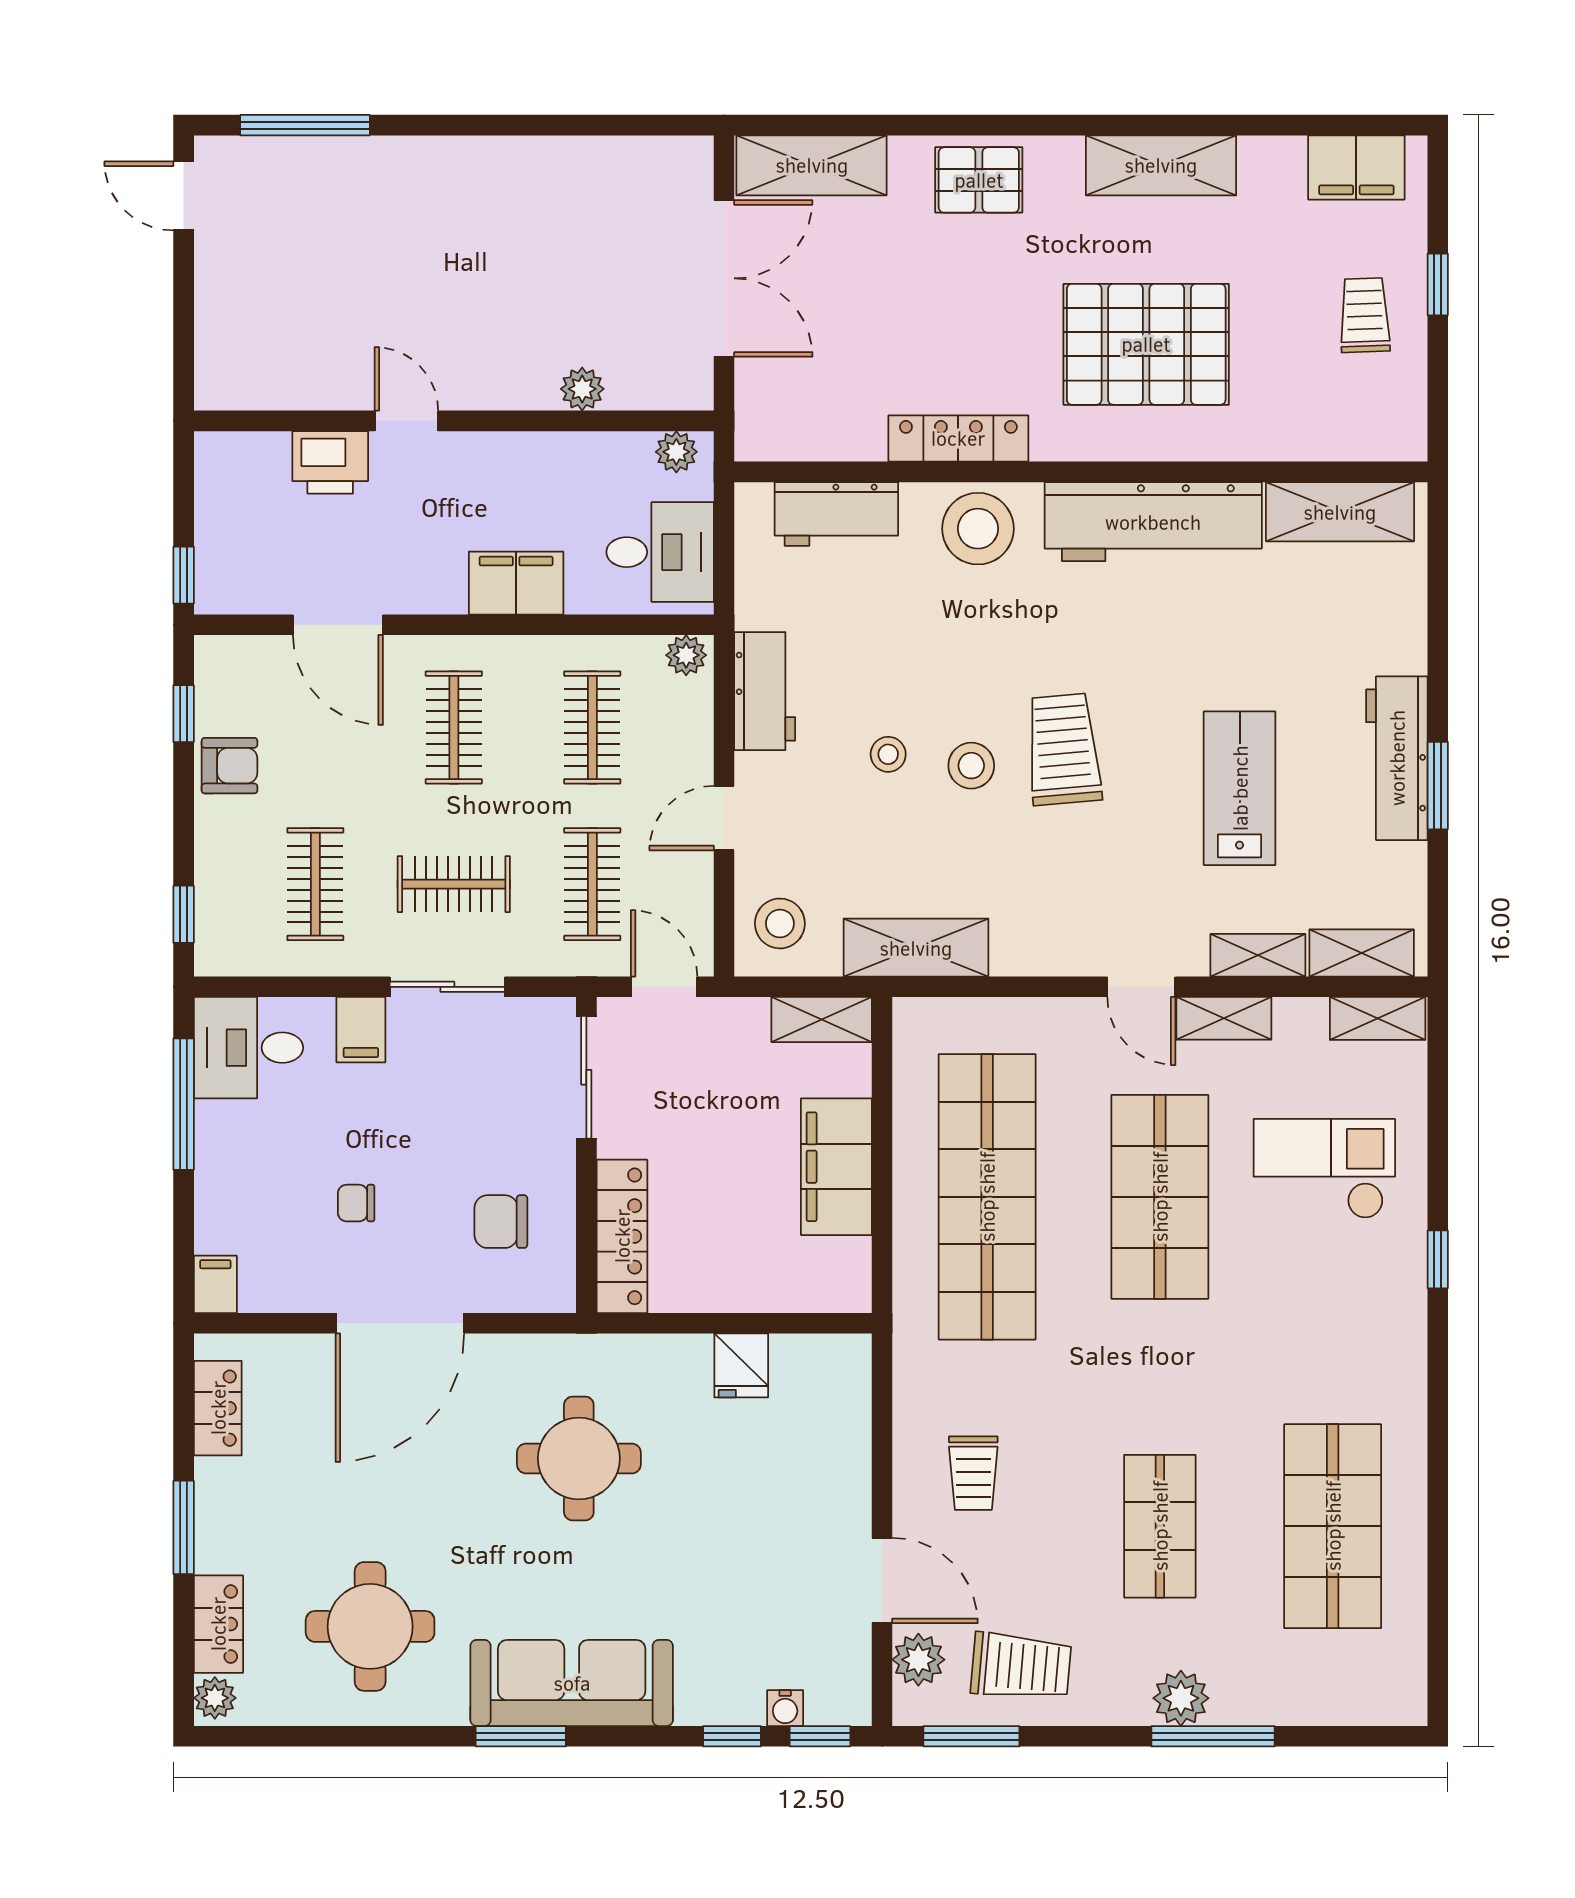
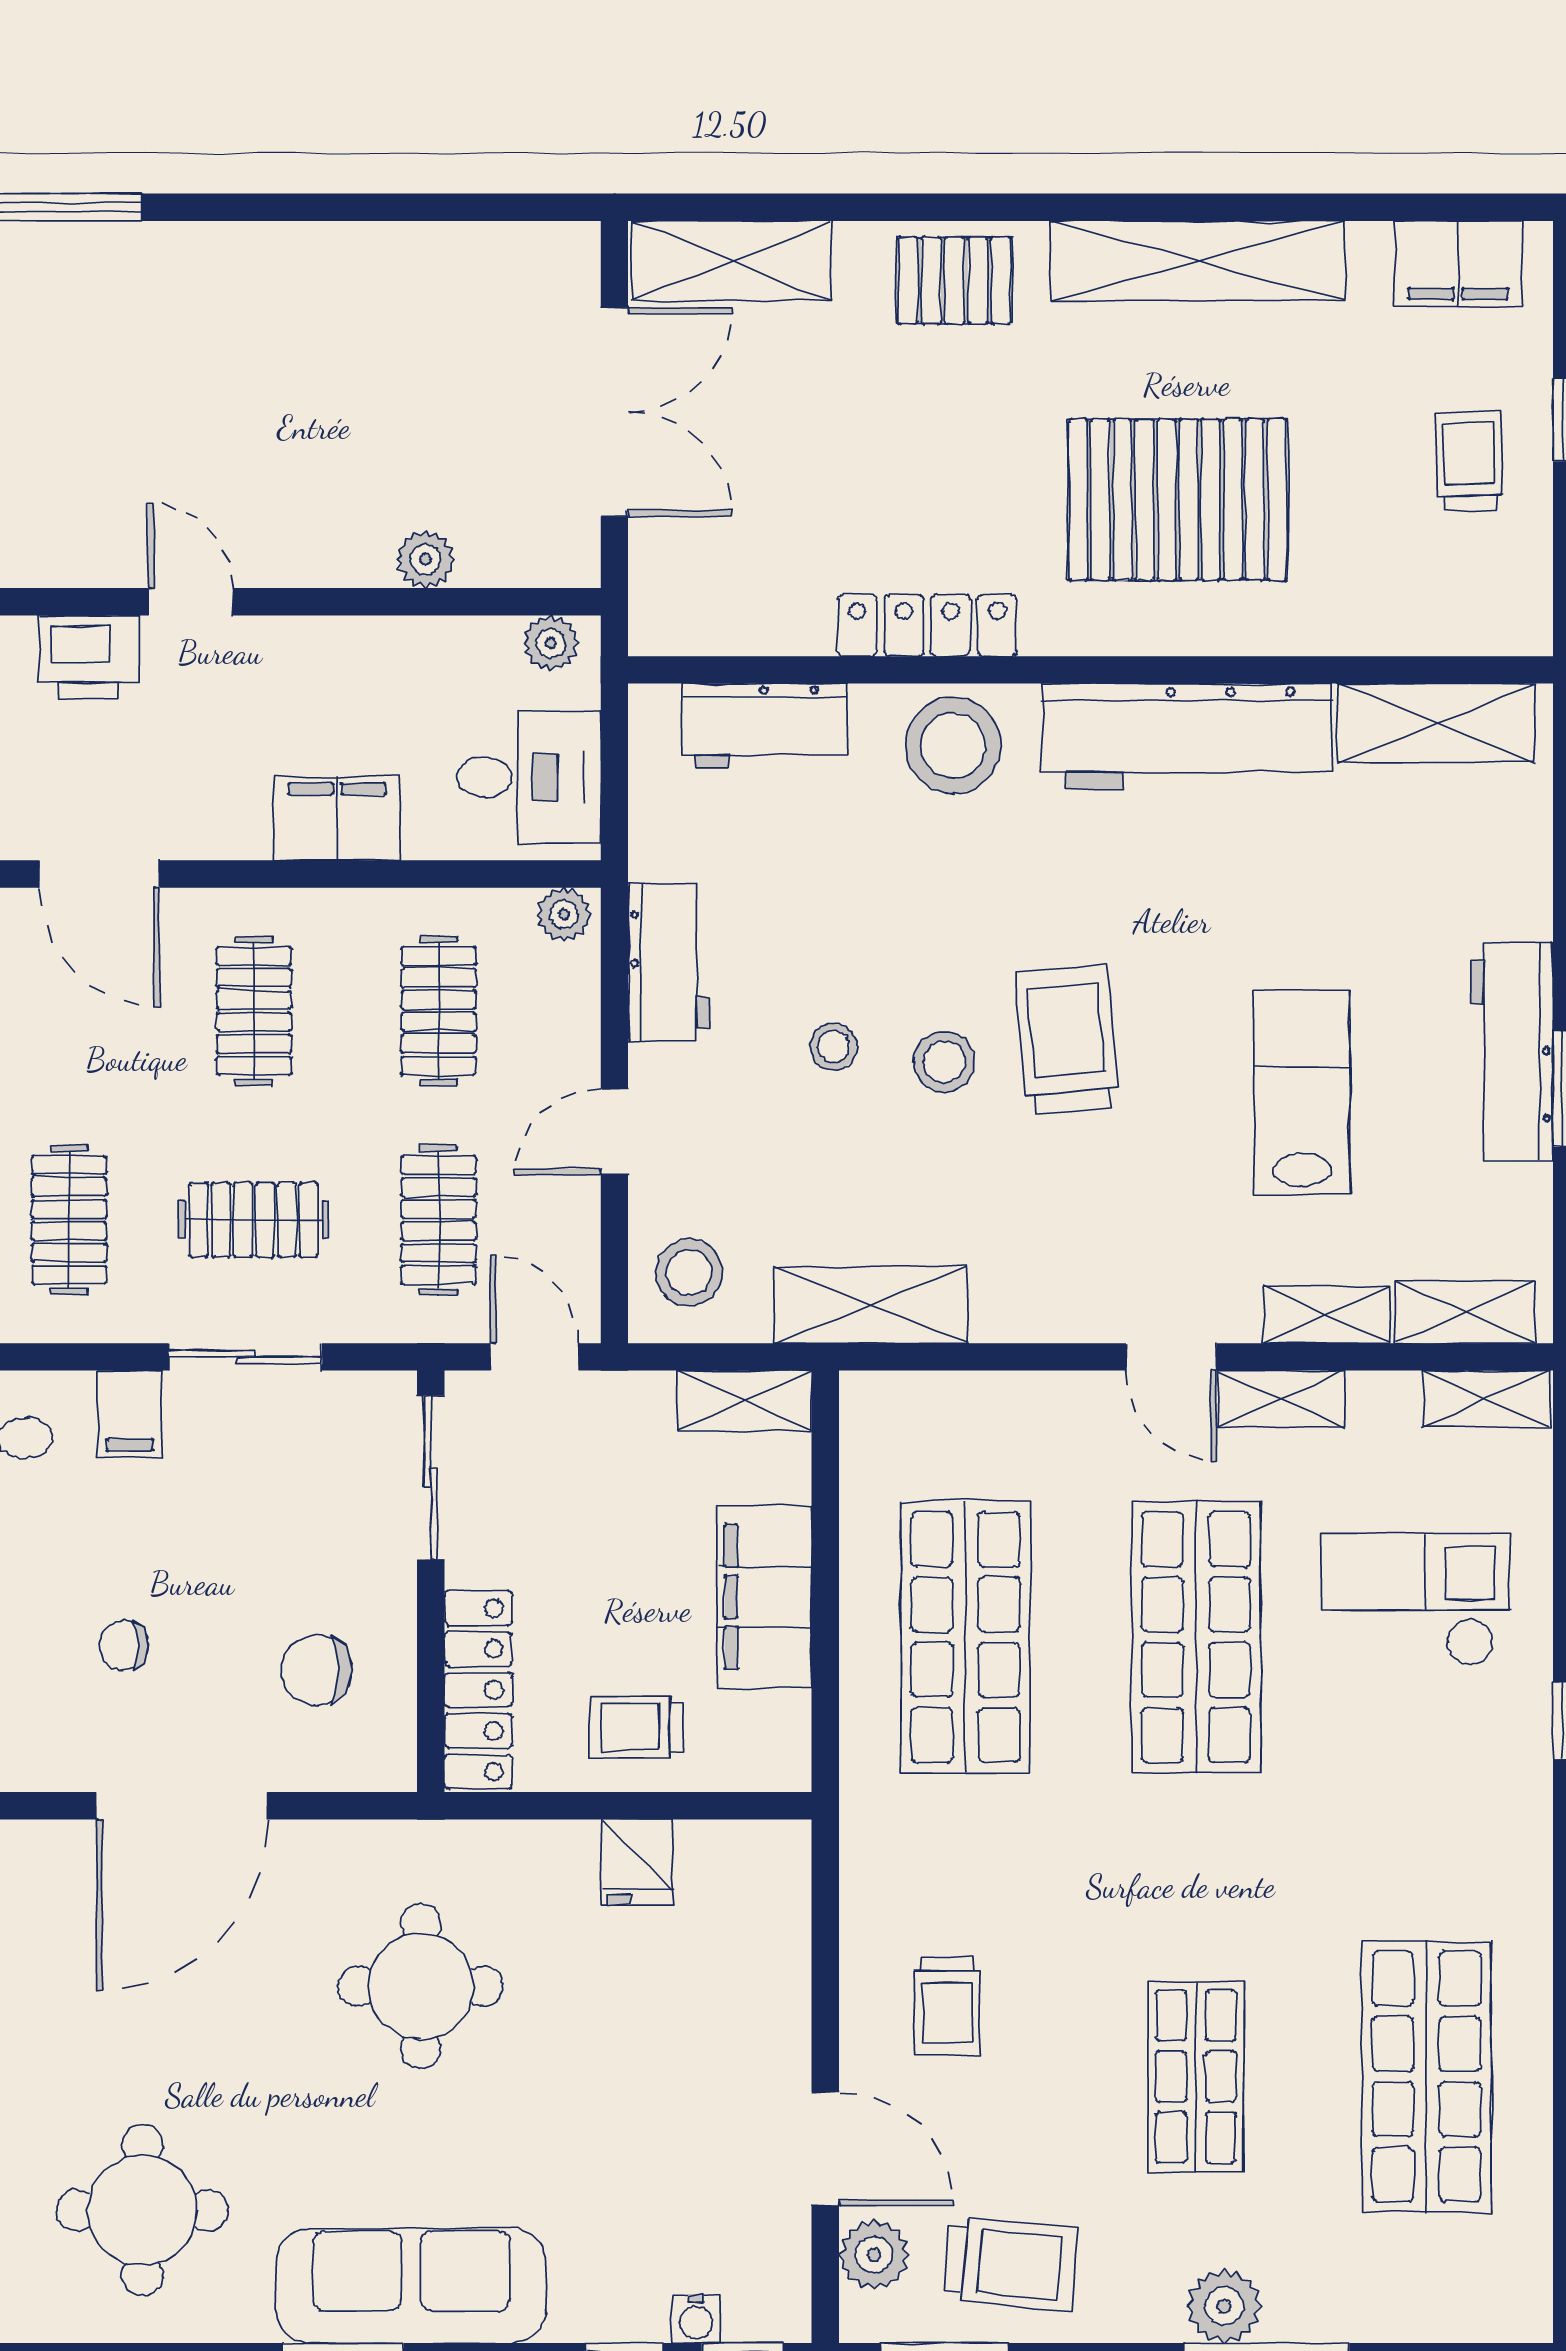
shelving: (1161, 165) -> (1198, 261), width x1.47
shop shelf: (987, 1197) -> (965, 1637), width x0.71
trolley: (741, 1264) -> (637, 1727), added

